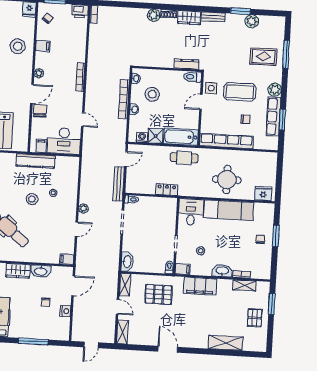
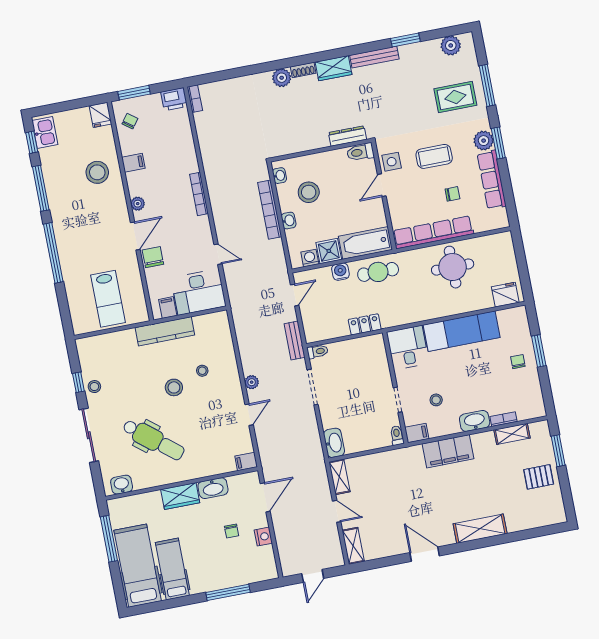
bench: (213, 17) -> (374, 57), width x1.36
plant: (252, 21) -> (451, 45), moved
coffee table: (240, 92) -> (434, 156), width x0.73, depth x0.76
window: (282, 119) -> (498, 143), moved
water cooler: (160, 151) -> (340, 272), added
round table: (227, 180) -> (453, 267), moved
bench: (119, 184) -> (295, 340), width x0.73
pallet: (159, 294) -> (391, 478), removed
pallet: (255, 318) -> (539, 477), turned 90
shelving: (226, 343) -> (480, 529), moved

